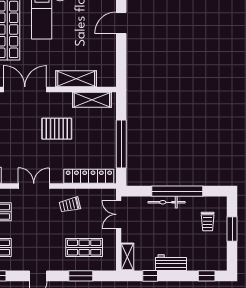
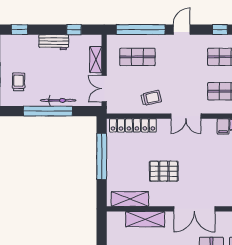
double door: (119, 214) -> (104, 89), swing flipped
shelving: (127, 257) -> (96, 60), moved
window: (81, 276) -> (141, 30), width x2.11

